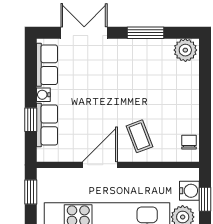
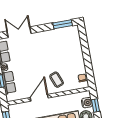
window: (146, 33) -> (63, 24), moved
plant: (185, 50) -> (72, 32), removed

